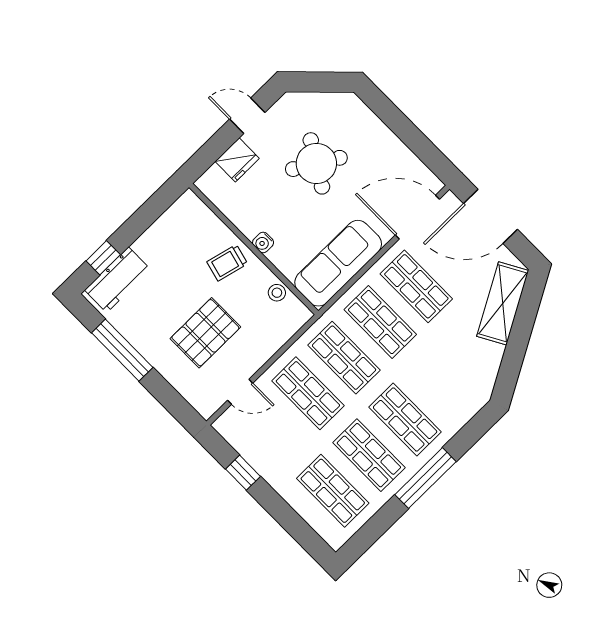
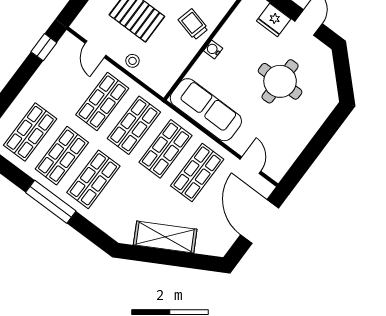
round table: (316, 163) -> (280, 81), turned -31
door: (417, 217) -> (251, 165), width x0.53
stool: (277, 293) -> (132, 61), moved
shelving: (503, 303) -> (165, 237), moved
window: (243, 473) -> (44, 47), moved

